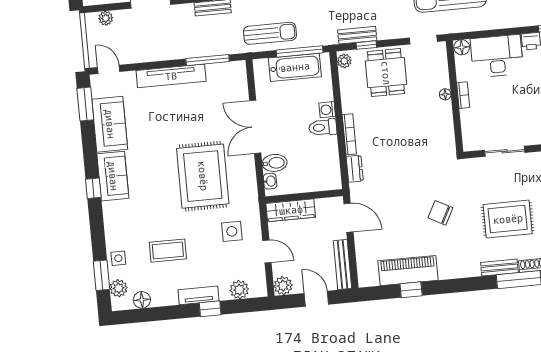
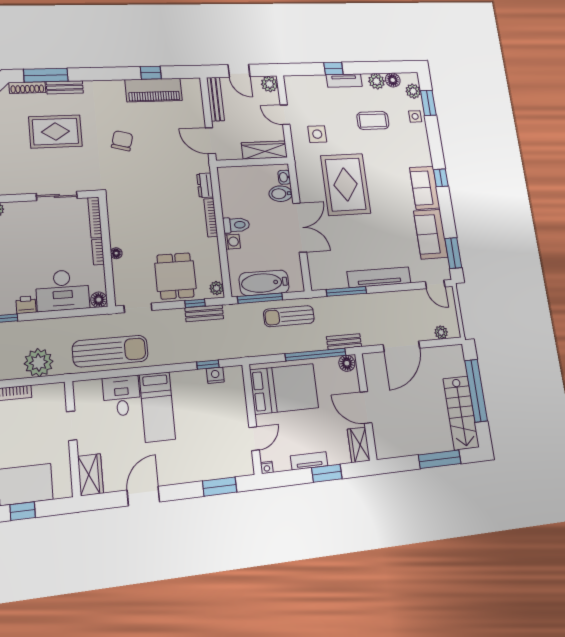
bookcase: (467, 130) -> (95, 218), added
chair: (440, 213) -> (122, 141), turned -103
plant: (239, 290) -> (377, 81), moved

